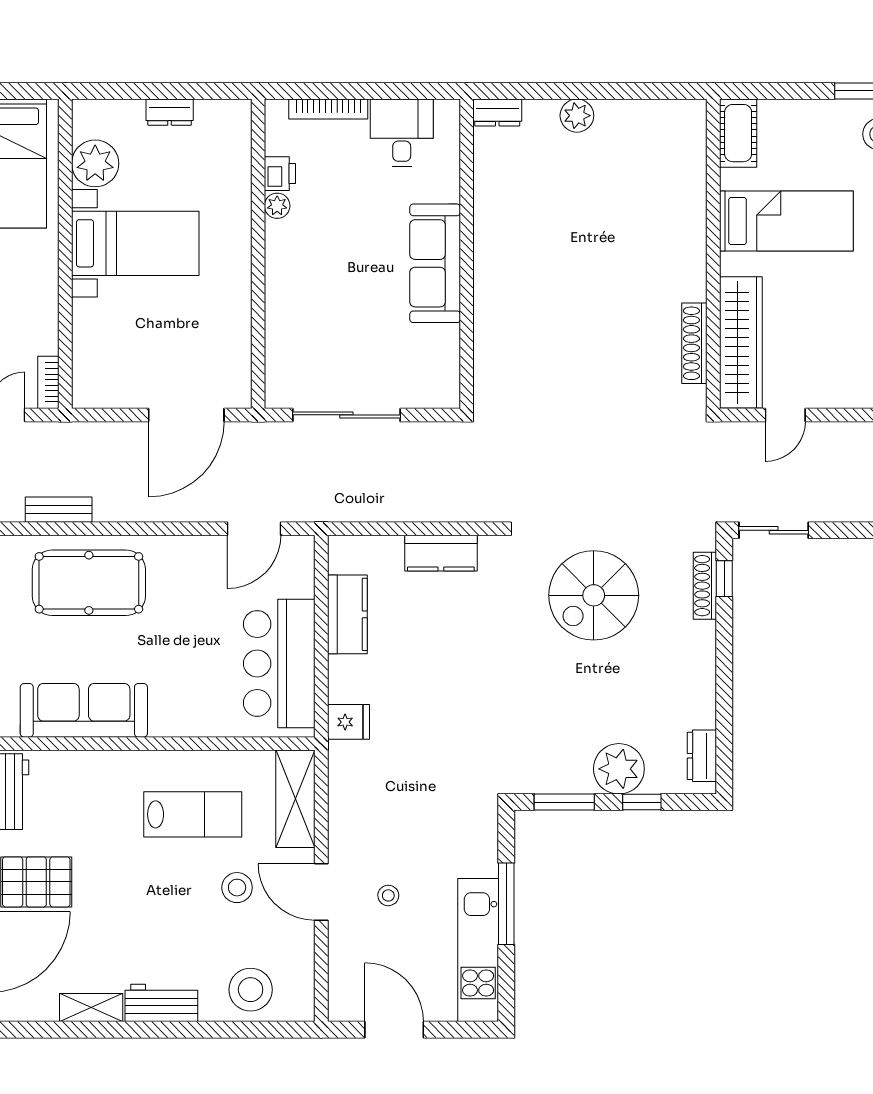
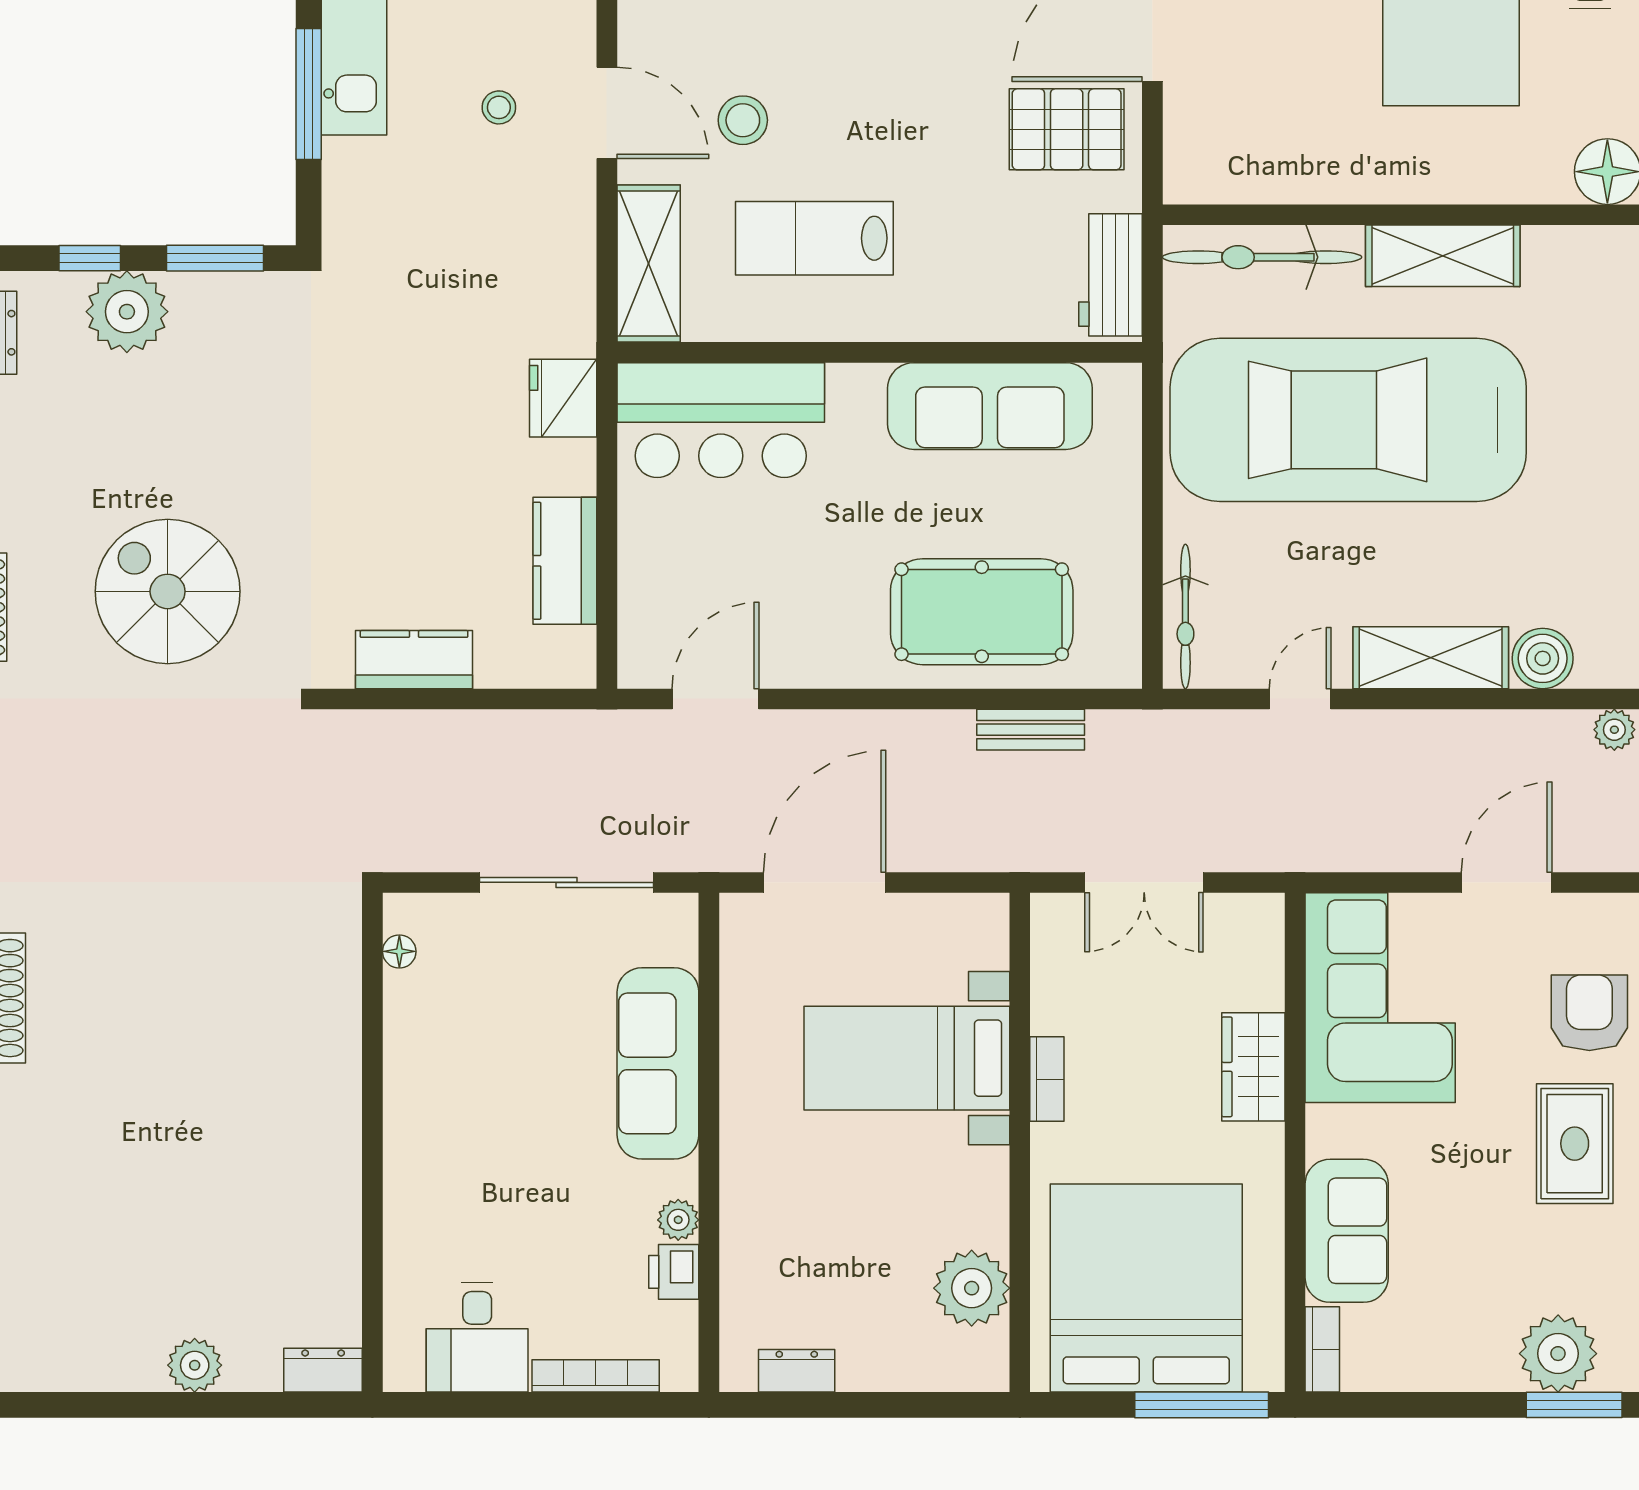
dresser: (170, 112) -> (797, 1371), moved
bed with nightstands: (135, 243) -> (907, 1058), moved
sofa: (435, 263) -> (658, 1063), moved, turned 180
floor lamp: (450, 372) -> (399, 951), added
bookcase: (48, 382) -> (1047, 1079), moved
spiral stairs: (594, 595) -> (168, 591), turned -90
bar counter: (279, 663) -> (721, 420), moved, turned 90
fridge: (348, 722) -> (563, 398), width x1.38

